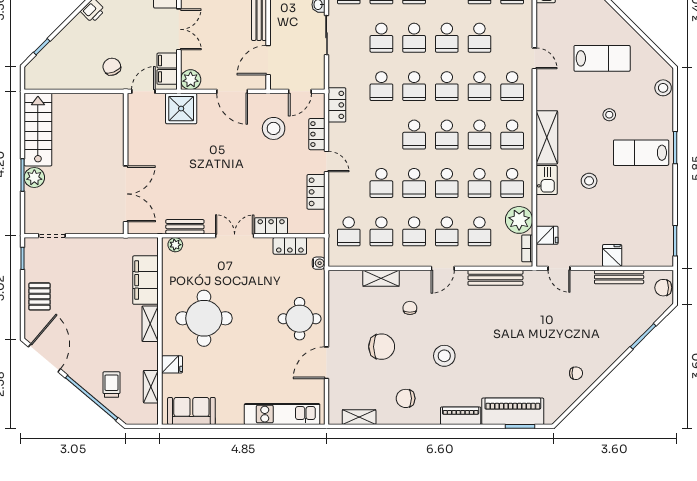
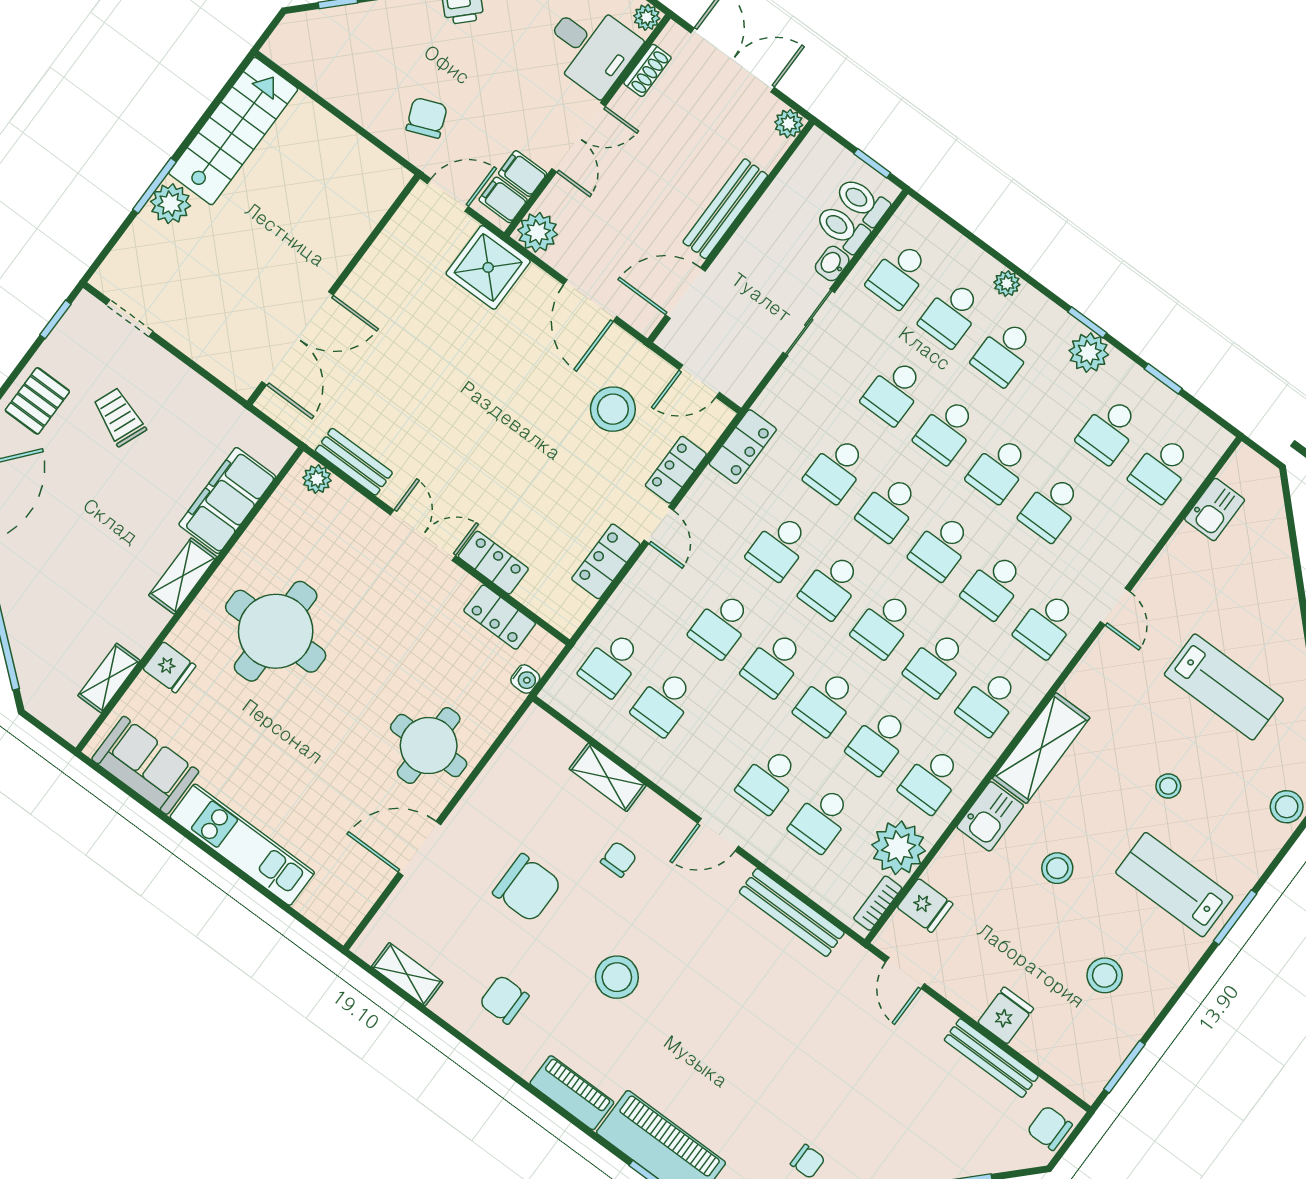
stool: (640, 210) -> (1105, 975), added
school desk: (414, 231) -> (779, 547), moved
trolley: (111, 384) -> (119, 417), moved, turned -68
kitchen unit: (282, 414) -> (242, 845), moved

